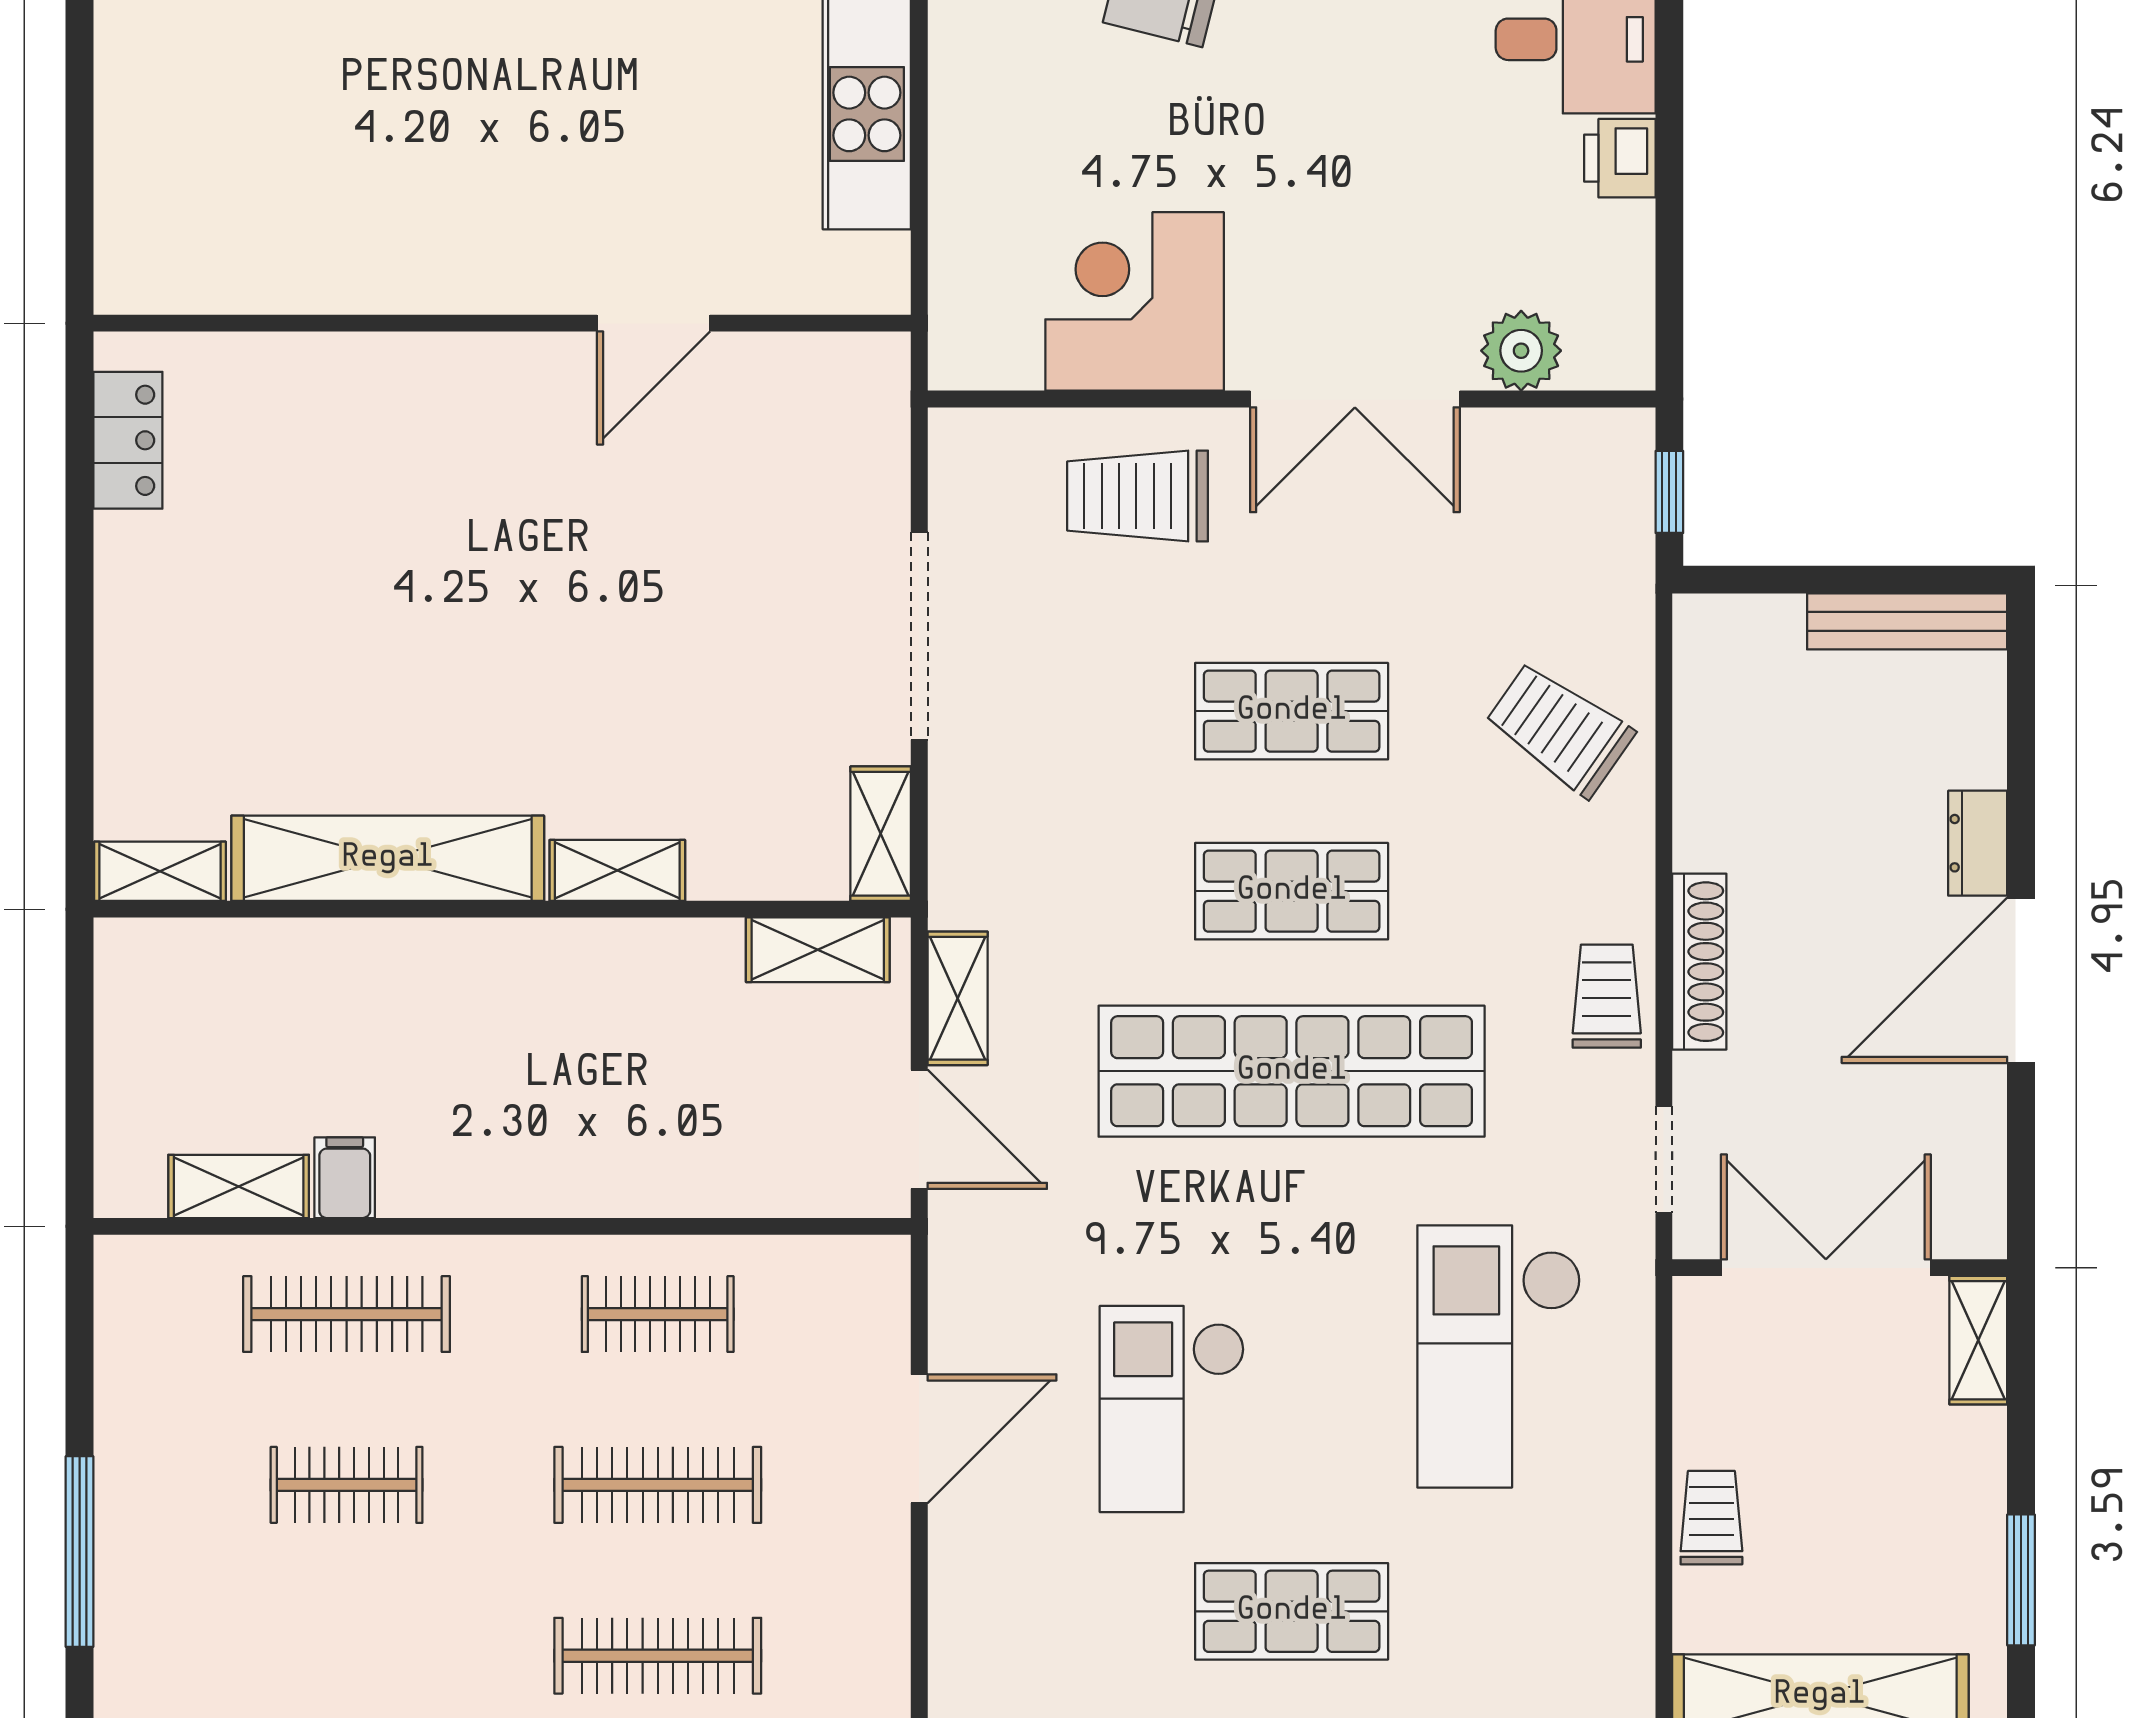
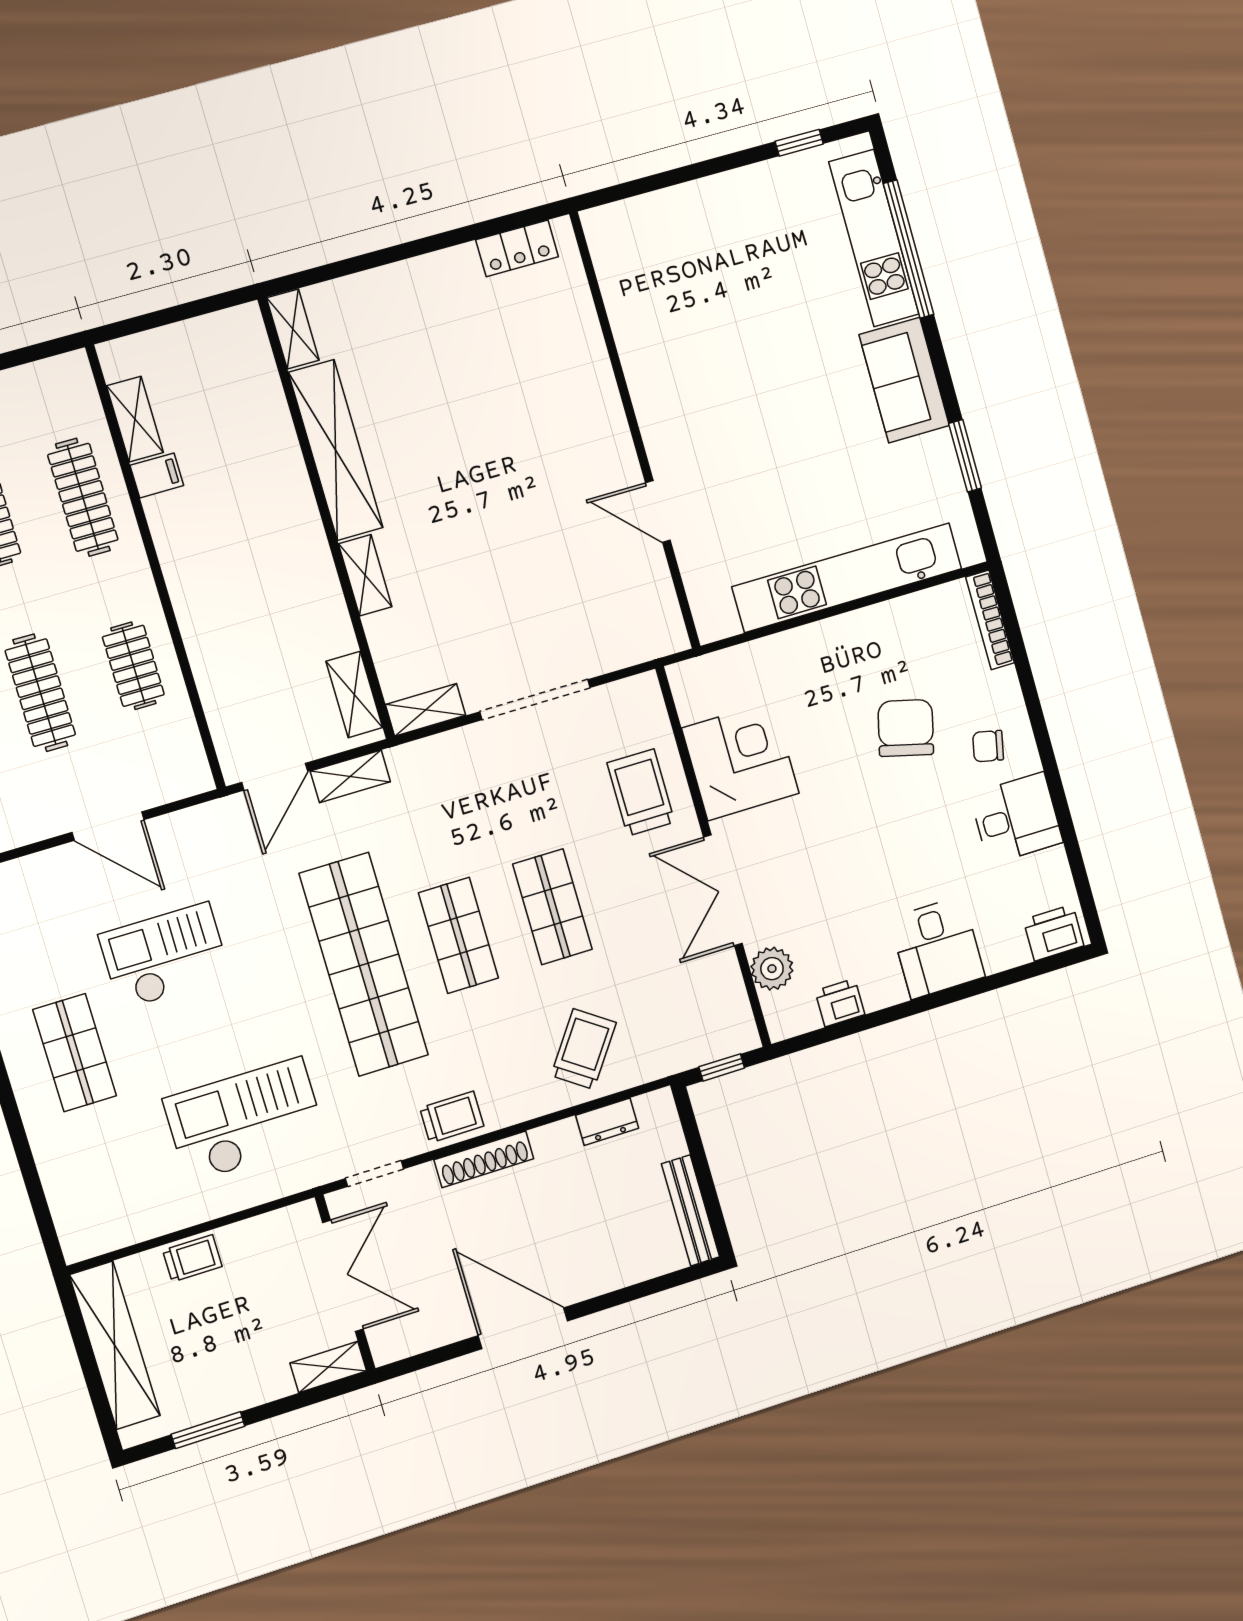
printer: (1620, 158) -> (840, 1003), moved
dresser: (1978, 843) -> (607, 1122), moved, turned 180

